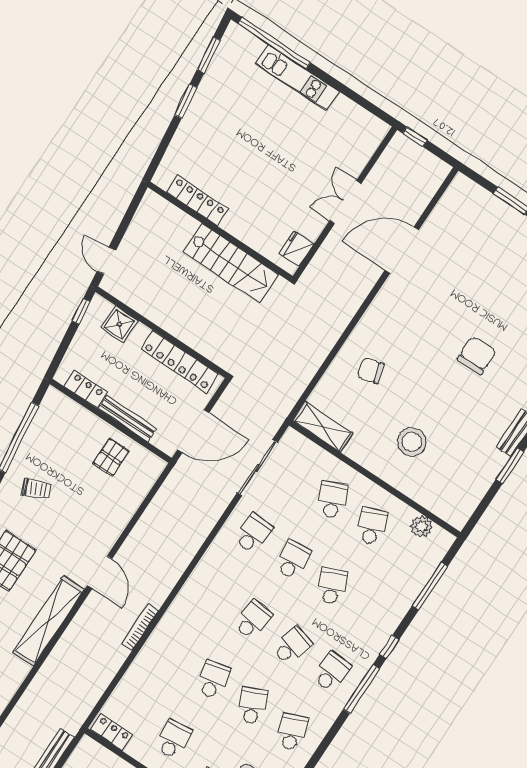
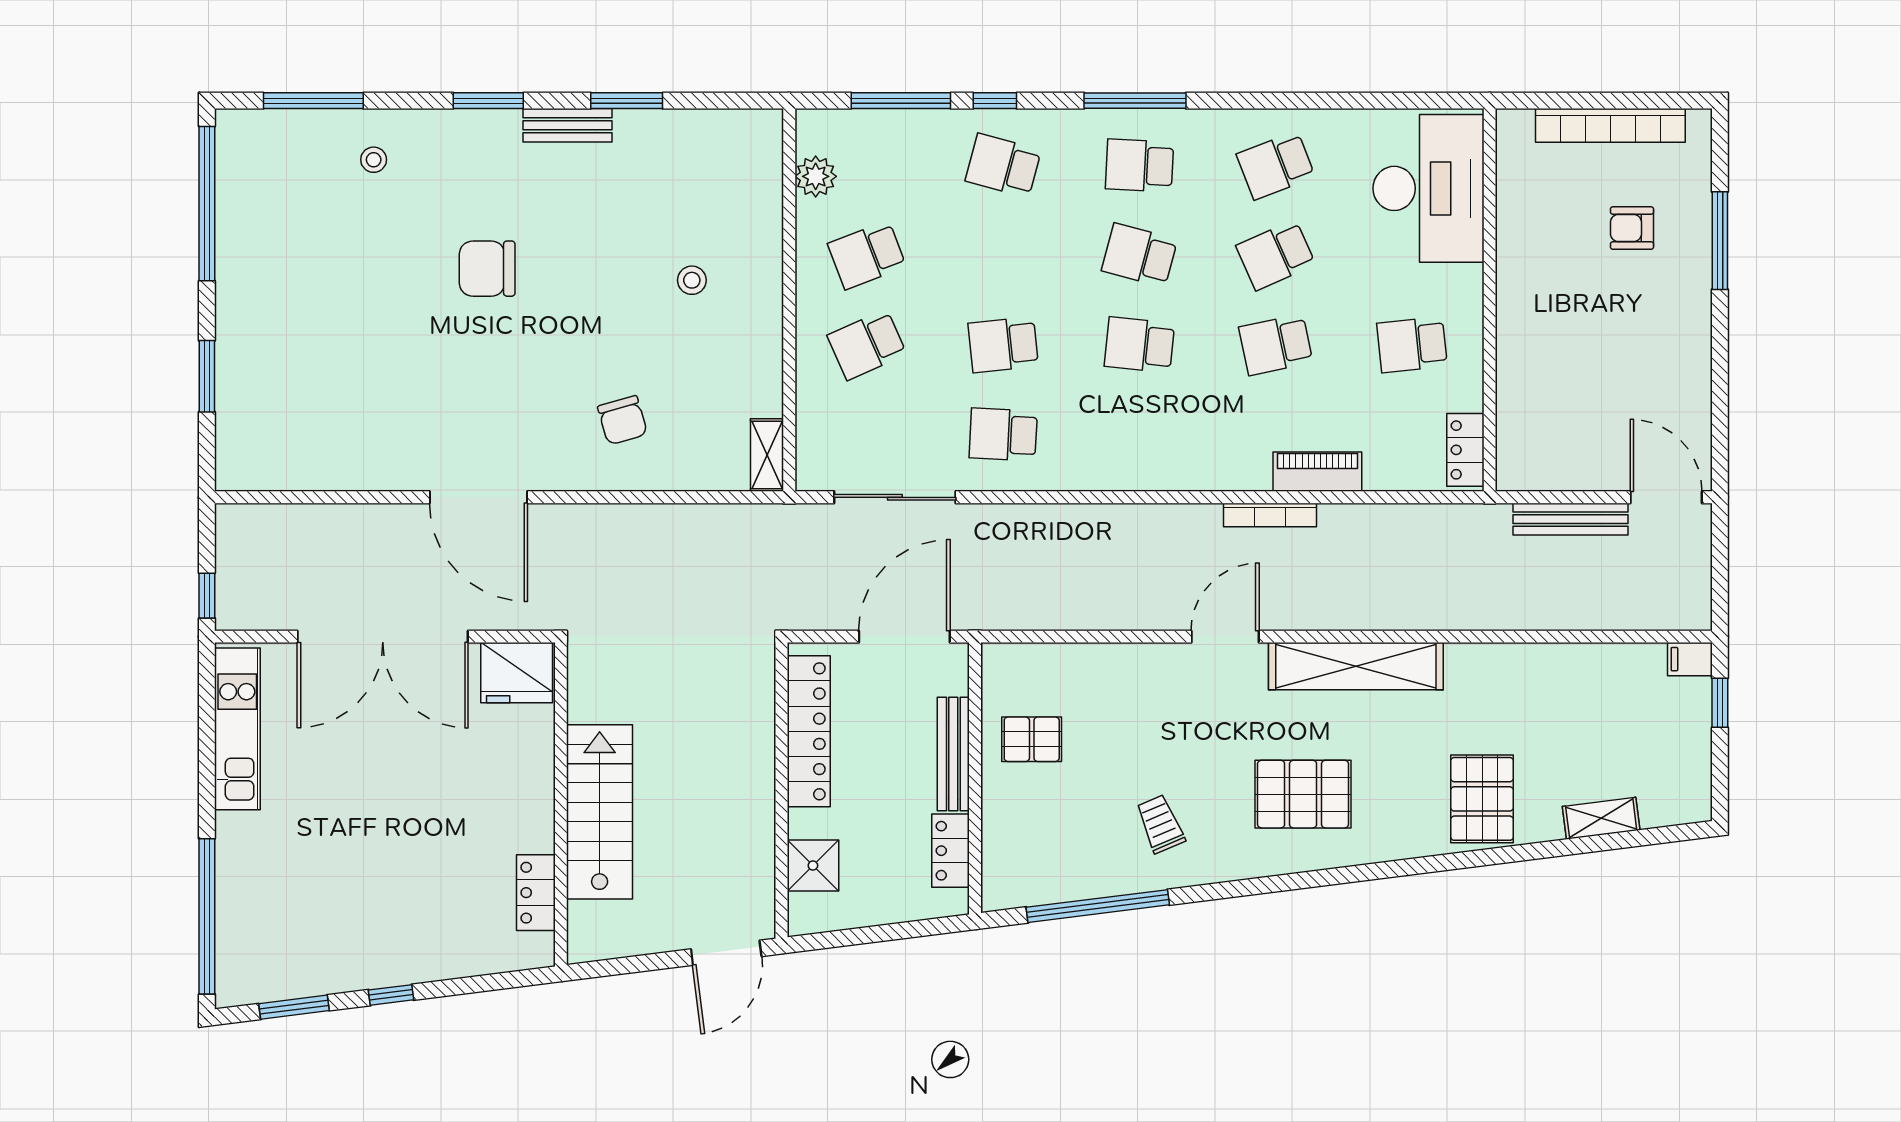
kitchen unit: (297, 78) -> (237, 729), moved
window: (186, 101) -> (391, 995), width x0.67
locker: (197, 200) -> (536, 893), width x0.66
double door: (346, 202) -> (383, 637), width x1.87
fridge: (297, 248) -> (517, 673), width x1.36, depth x1.34
door: (402, 250) -> (478, 497), moved
door: (106, 261) -> (726, 953), width x1.38
stairs: (231, 263) -> (600, 812), moved
window: (81, 311) -> (833, 939), removed
shelving: (323, 427) -> (767, 455), width x0.67, depth x0.75
door: (193, 431) -> (904, 637), hinge flipped
stool: (412, 442) -> (692, 280), width x0.53, depth x0.53
school desk: (332, 586) -> (1003, 165), moved, turned 39
window: (389, 647) -> (995, 101), moved
piano: (145, 661) -> (1317, 472), added

